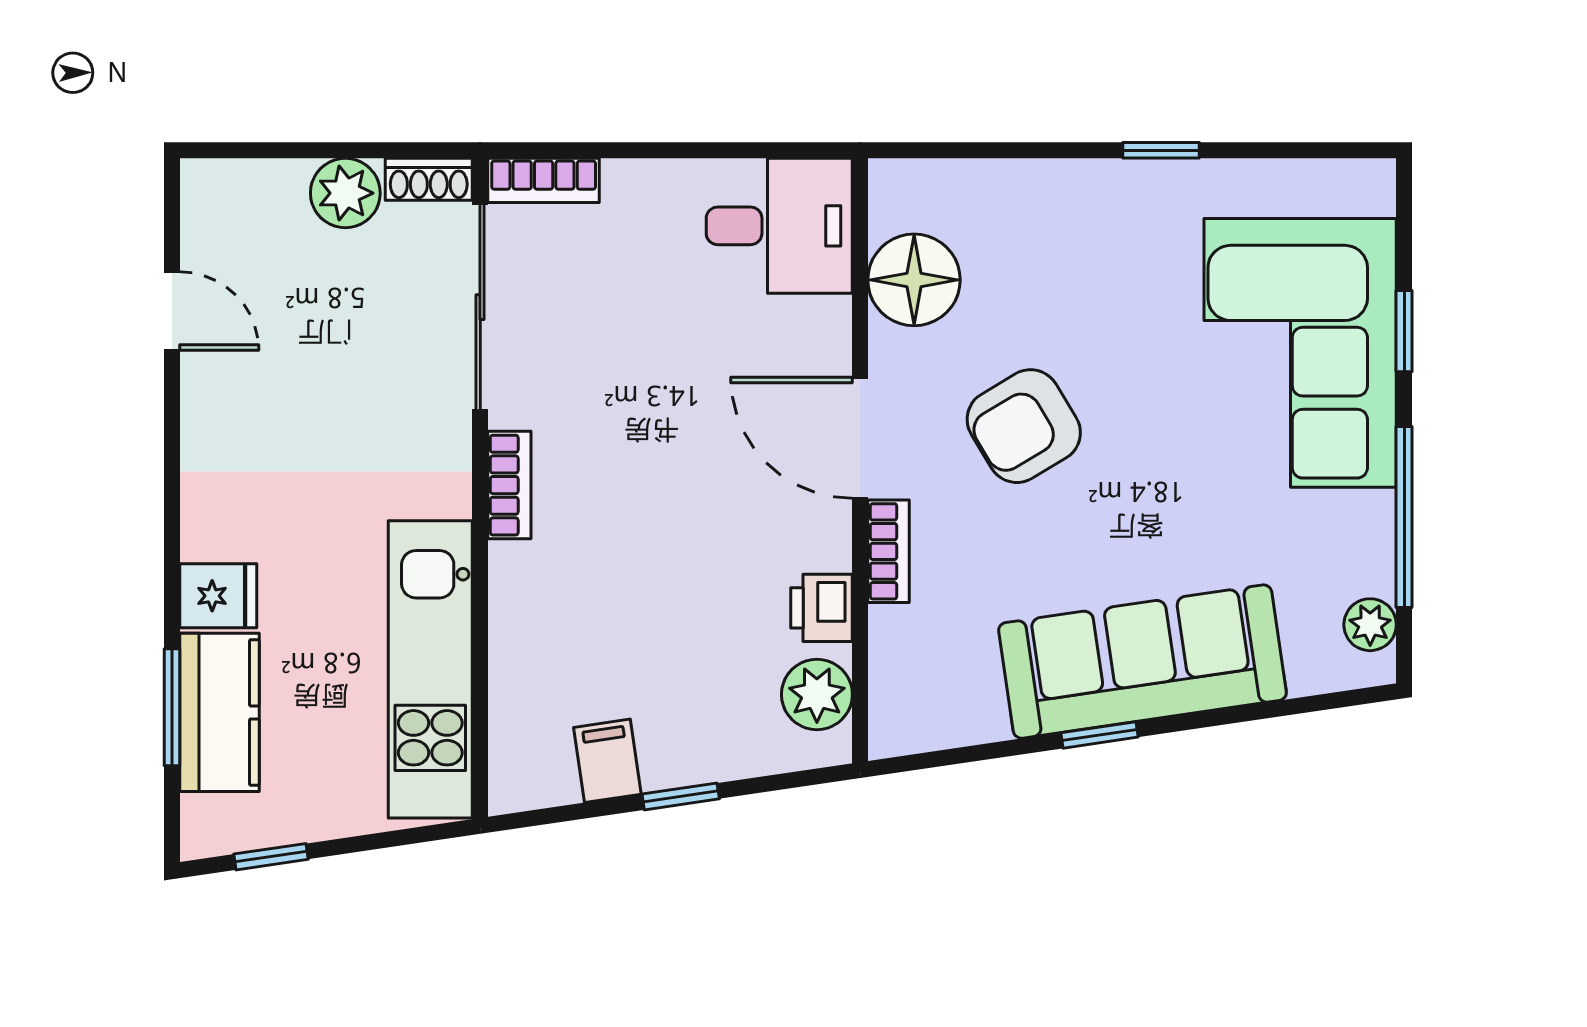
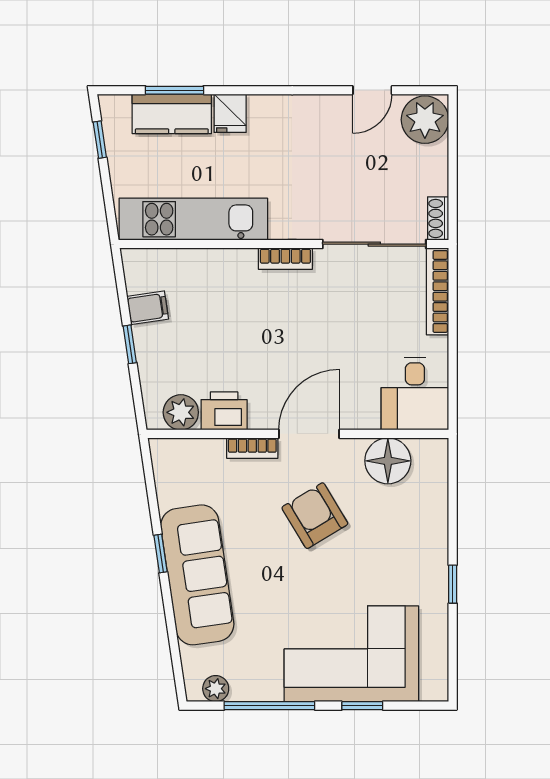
bookcase: (544, 180) -> (438, 291), width x1.56
plant: (345, 193) -> (425, 120), moved, width x1.36, depth x1.36
printer: (822, 608) -> (224, 411), width x1.36, depth x1.24

